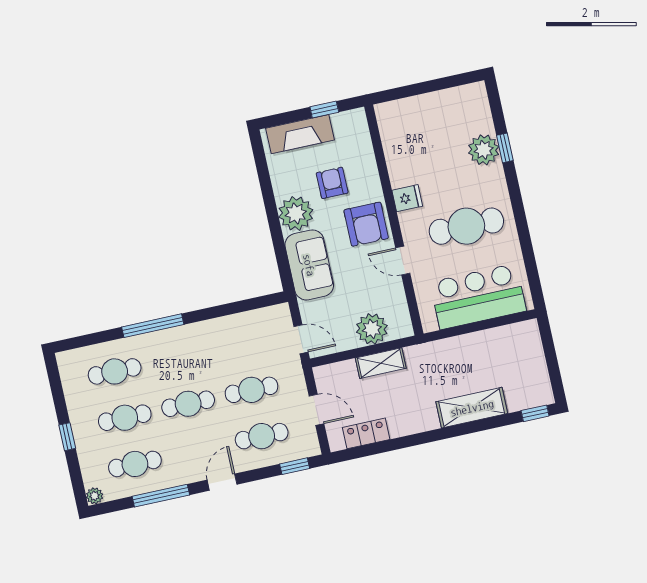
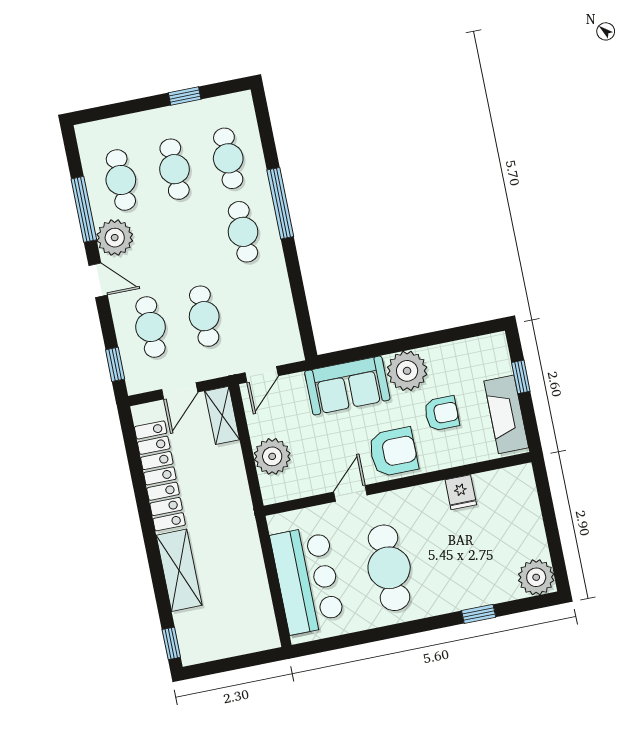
window: (324, 109) -> (521, 377), moved
fireplace: (300, 134) -> (506, 414), moved
plant: (484, 150) -> (536, 577), moved
fridge: (407, 198) -> (461, 492), moved
armchair: (366, 224) -> (393, 452), turned 180
shelving: (381, 363) -> (222, 415), moved
cafe table: (188, 404) -> (243, 232), moved
locker: (366, 433) -> (160, 476), width x2.16, depth x1.21
window: (67, 437) -> (185, 96), moved
plant: (95, 496) -> (115, 238), moved, width x1.88, depth x1.88

